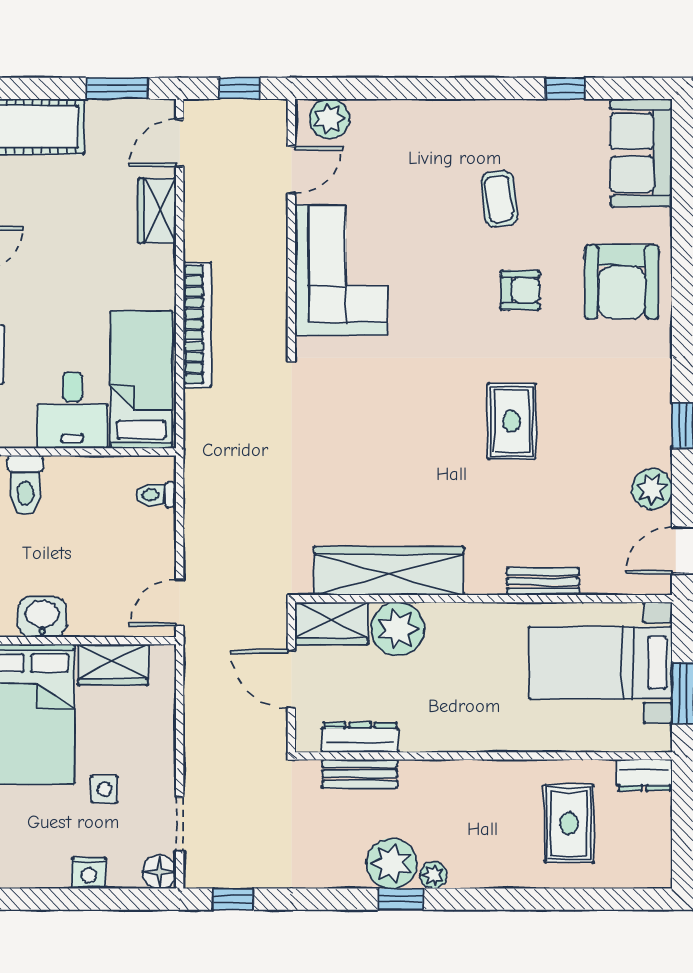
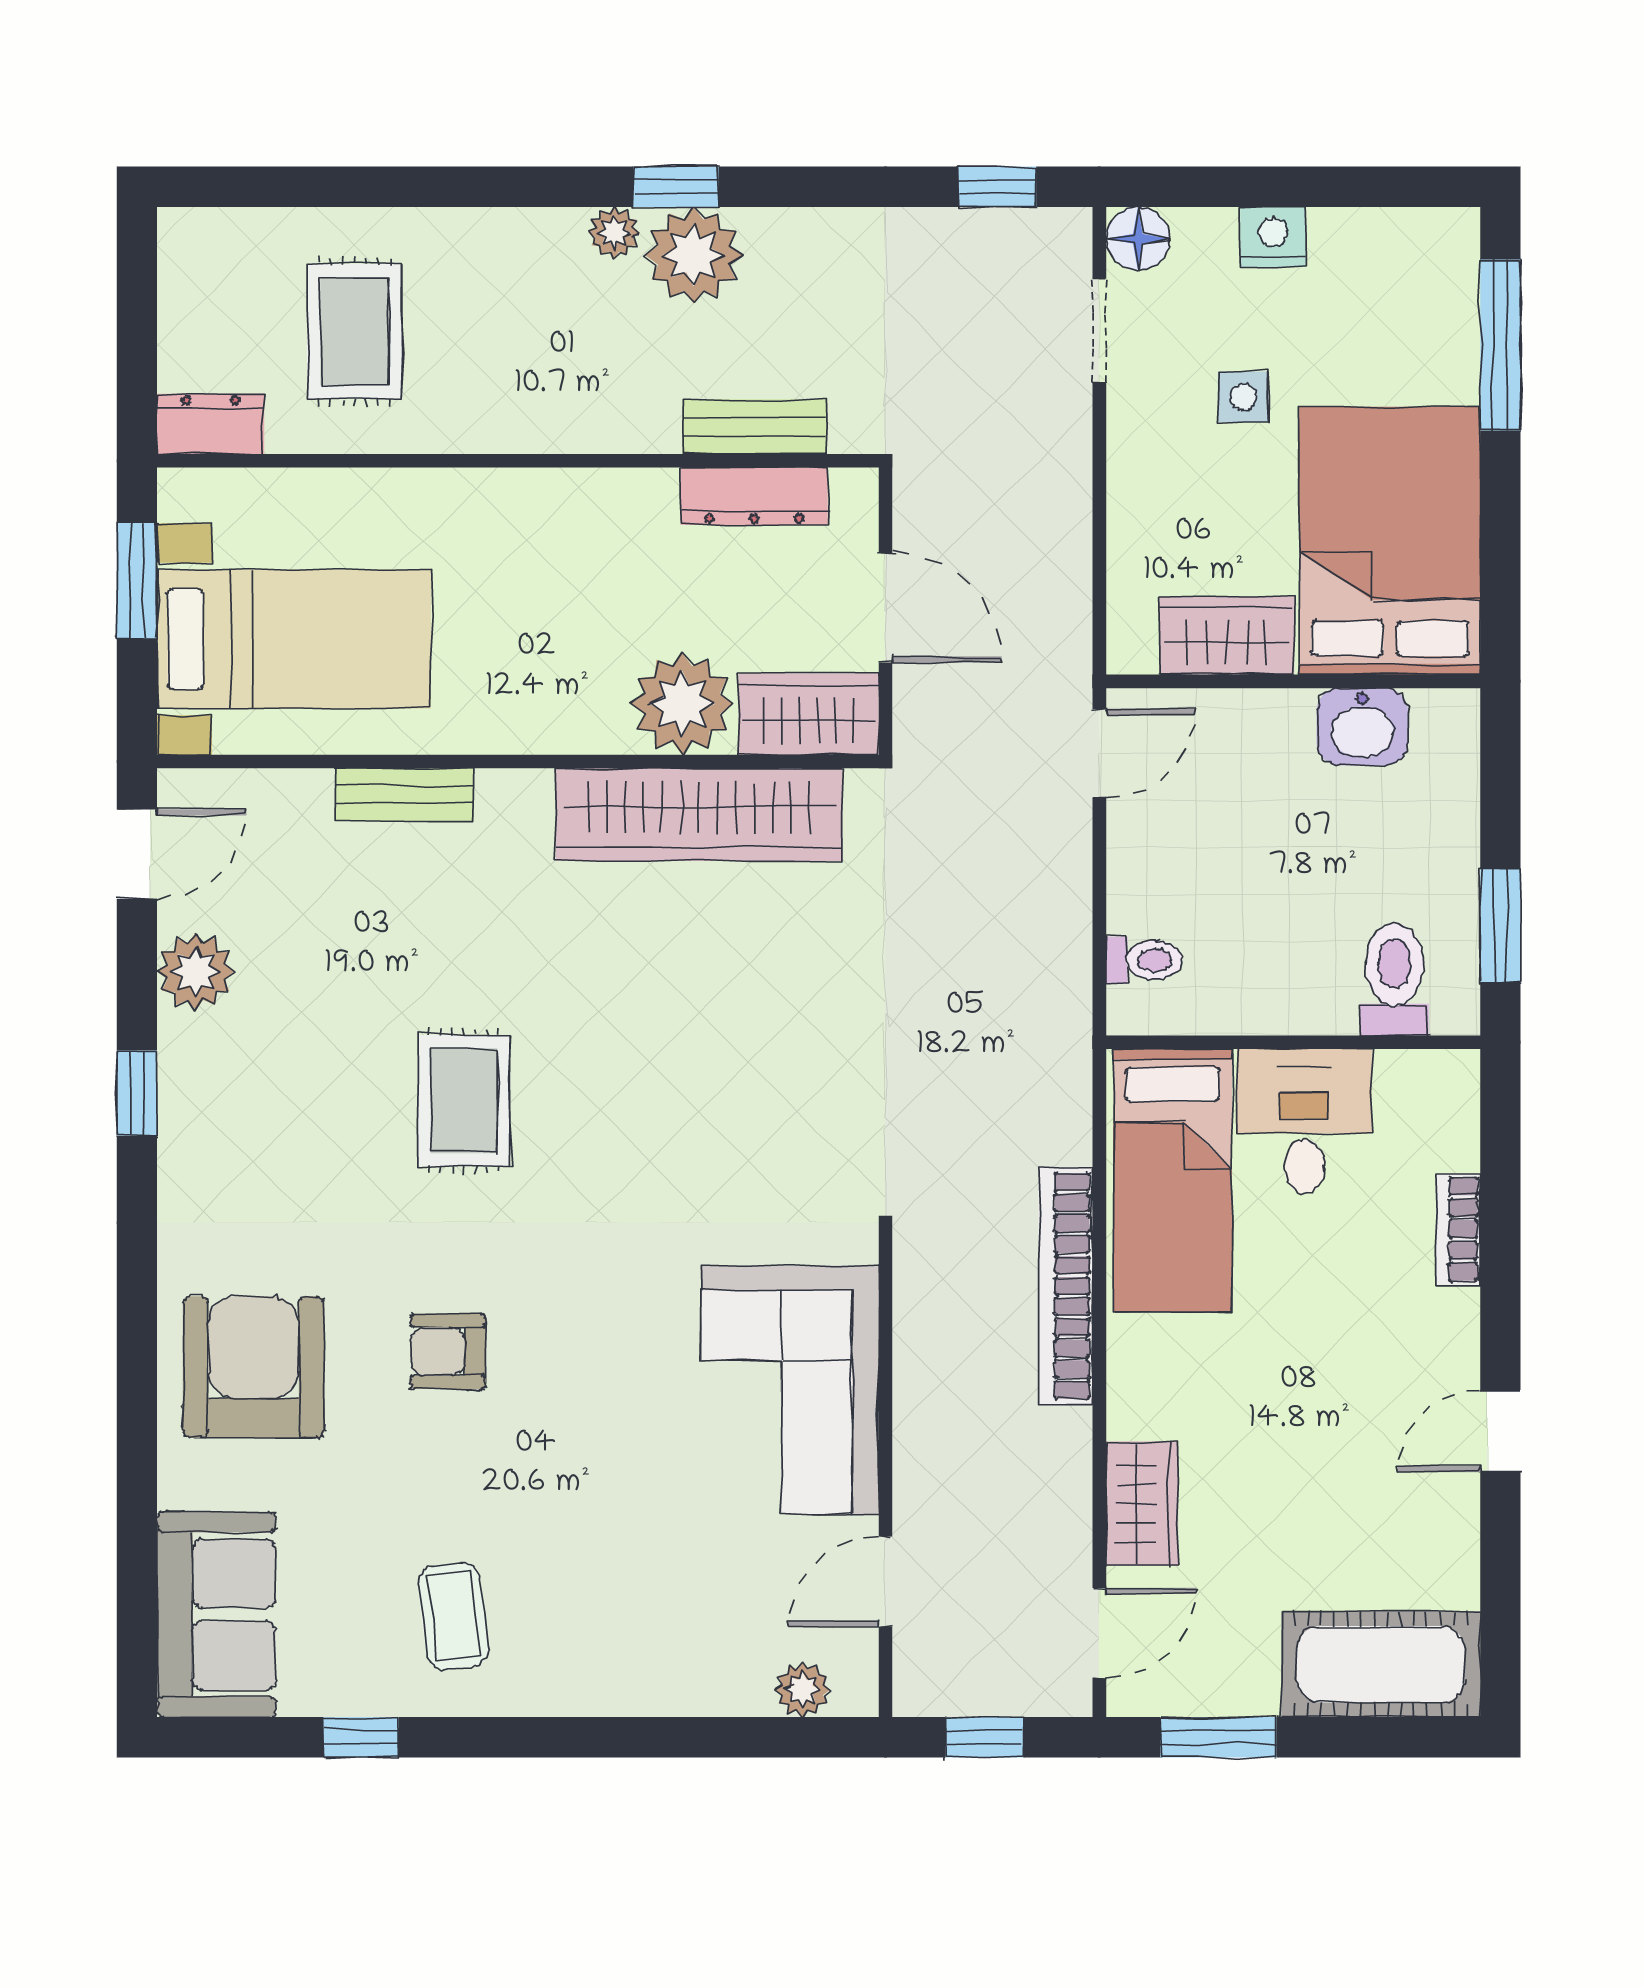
plant: (329, 119) -> (803, 1690), width x0.73, depth x0.73
coffee table: (499, 199) -> (453, 1616), moved

